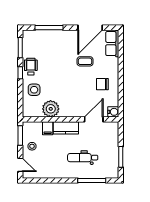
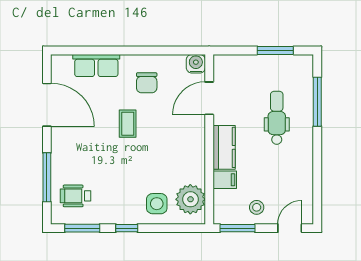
row of seats: (112, 44) -> (96, 65), moved
coffee table: (85, 61) -> (128, 124), moved
wheelchair: (31, 67) -> (76, 196), moved
plant: (51, 109) -> (190, 199), moved
door: (94, 119) -> (209, 98), hinge flipped
dental chair: (83, 158) -> (277, 118), turned 180

